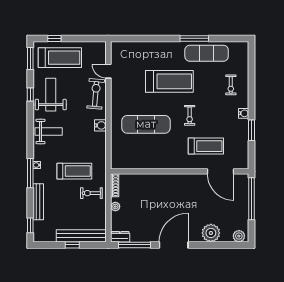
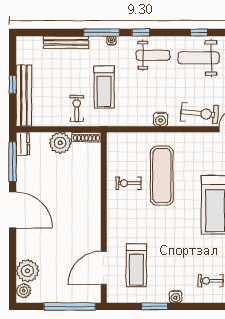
weight bench: (51, 95) -> (199, 58), turned 180
exercise bike: (190, 115) -> (128, 183), moved
weight bench: (49, 131) -> (153, 55), turned -90
treadmill: (206, 146) -> (136, 265), moved
plant: (115, 207) -> (60, 143), width x1.88, depth x1.88
window: (30, 225) -> (141, 33), moved
plant: (211, 233) -> (27, 271), moved

